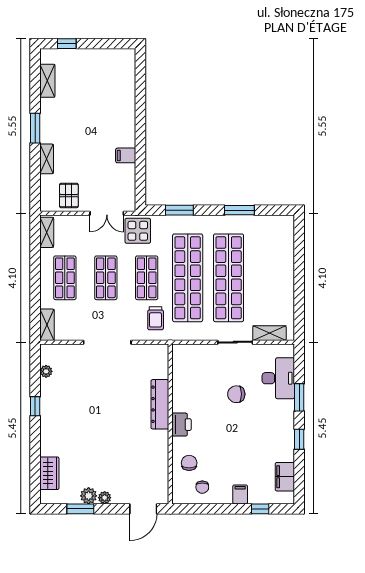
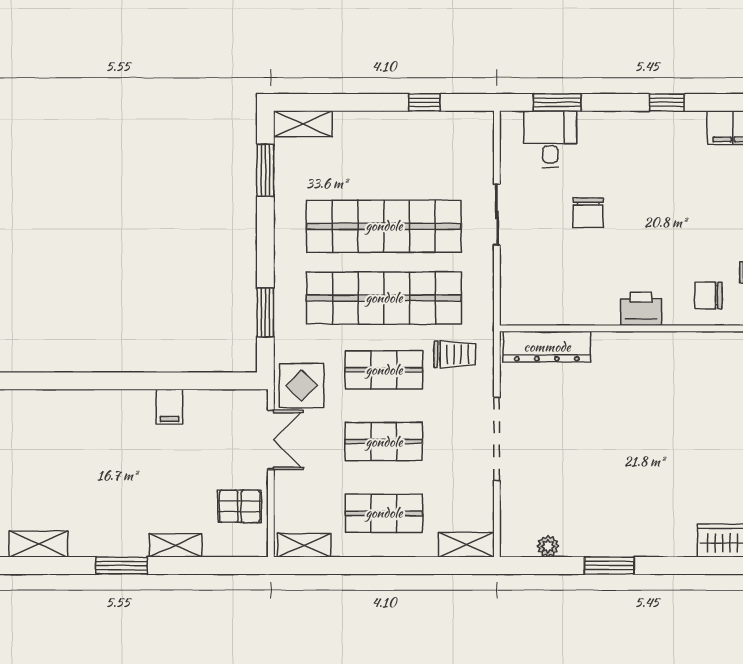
window: (239, 210) -> (265, 170), moved
window: (299, 301) -> (424, 102), added
shelving: (269, 333) -> (303, 124), moved, turned 90
desk: (278, 378) -> (550, 139), width x0.73
window: (299, 397) -> (557, 102), moved
dresser: (160, 404) -> (547, 347), moved
window: (35, 406) -> (609, 566), width x1.50

